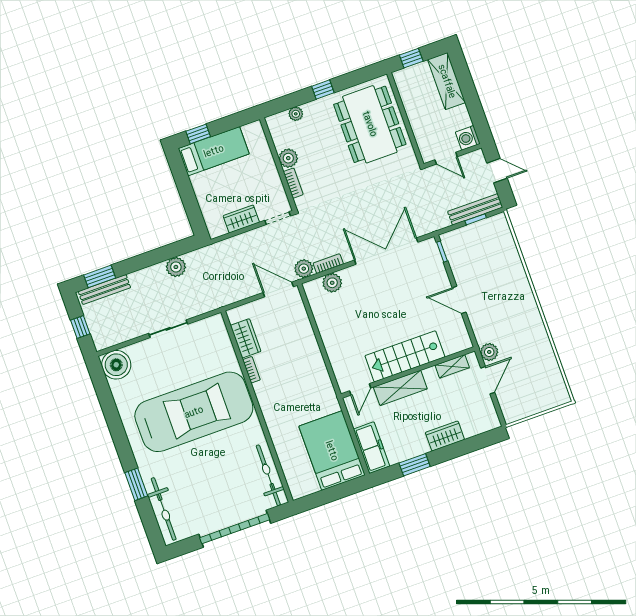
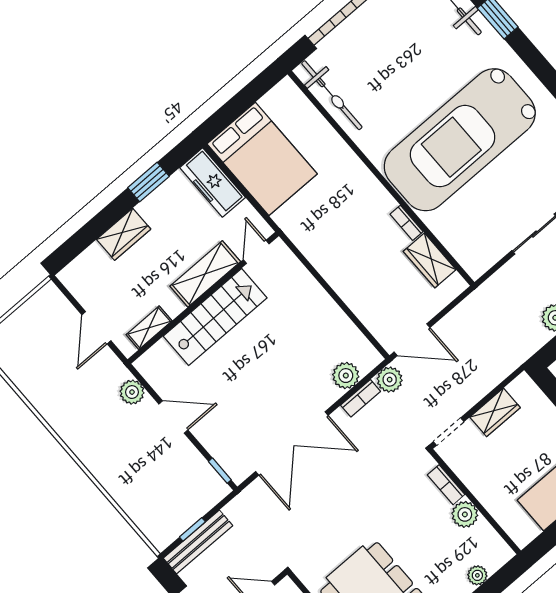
plant: (489, 352) -> (132, 392), moved

